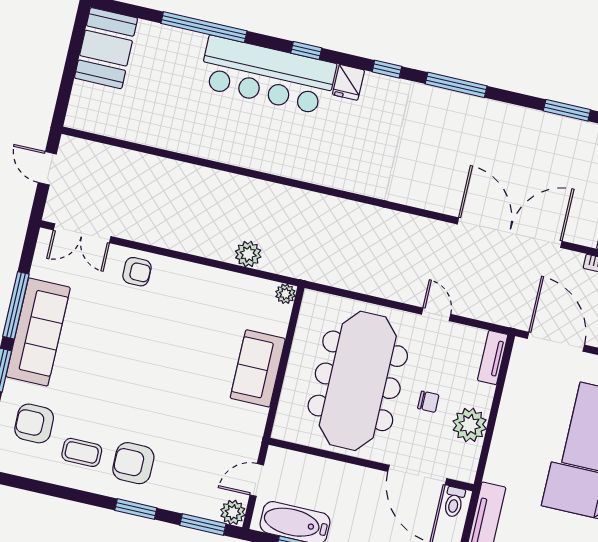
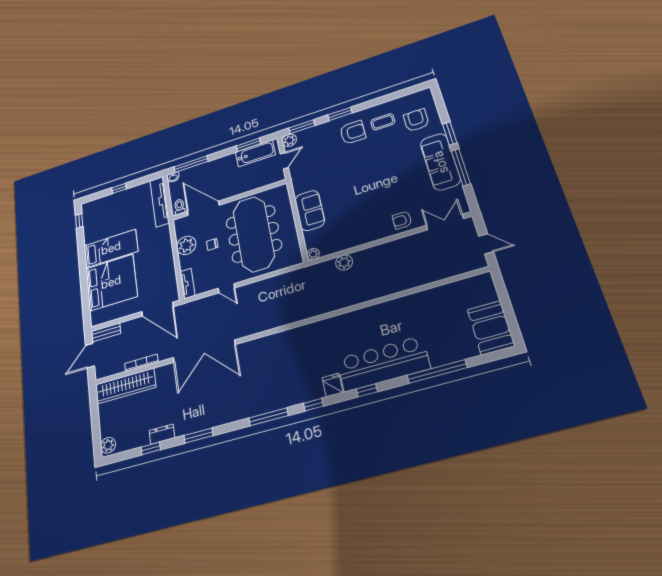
armchair: (34, 423) -> (416, 120), turned -90

